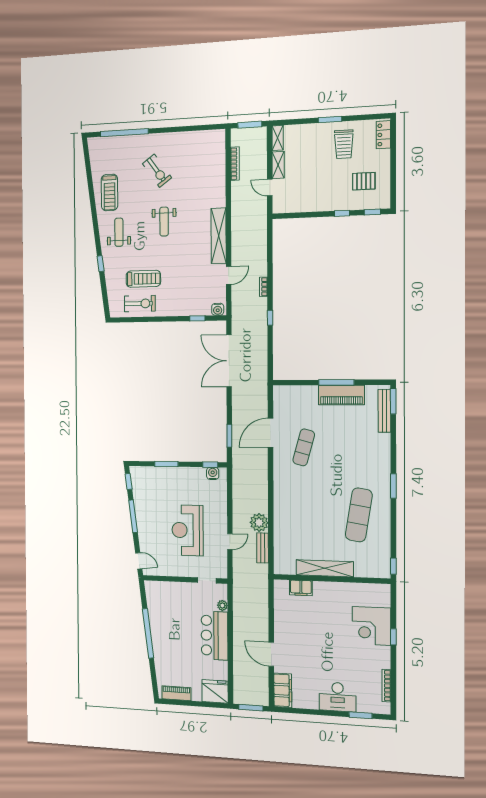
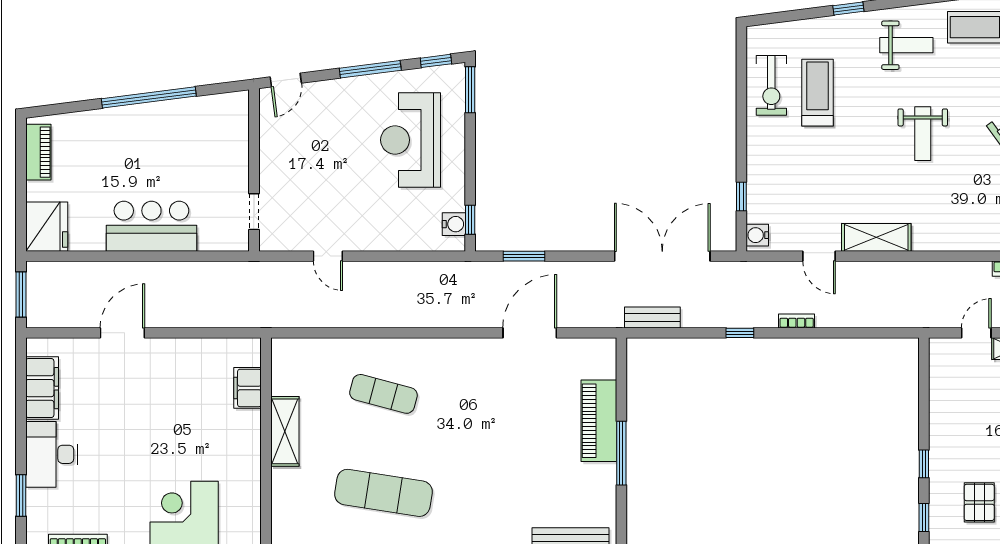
weight bench: (164, 222) -> (923, 134), turned -90
shelving: (219, 236) -> (876, 237), width x0.68
treadmill: (143, 279) -> (818, 93), turned 180
piano: (341, 395) -> (599, 421), moved
door: (270, 433) -> (530, 333), hinge flipped
exercise mat: (304, 447) -> (383, 394), moved
window: (166, 464) -> (470, 90), moved
plant: (259, 523) -> (365, 311), removed
reception desk: (188, 530) -> (411, 140), moved, turned -90
bench: (263, 548) -> (652, 318), moved
shelving: (325, 568) -> (285, 431), width x0.68
plant: (222, 605) -> (208, 241), removed
filing cabinet: (283, 690) -> (42, 388), moved, turned -90

